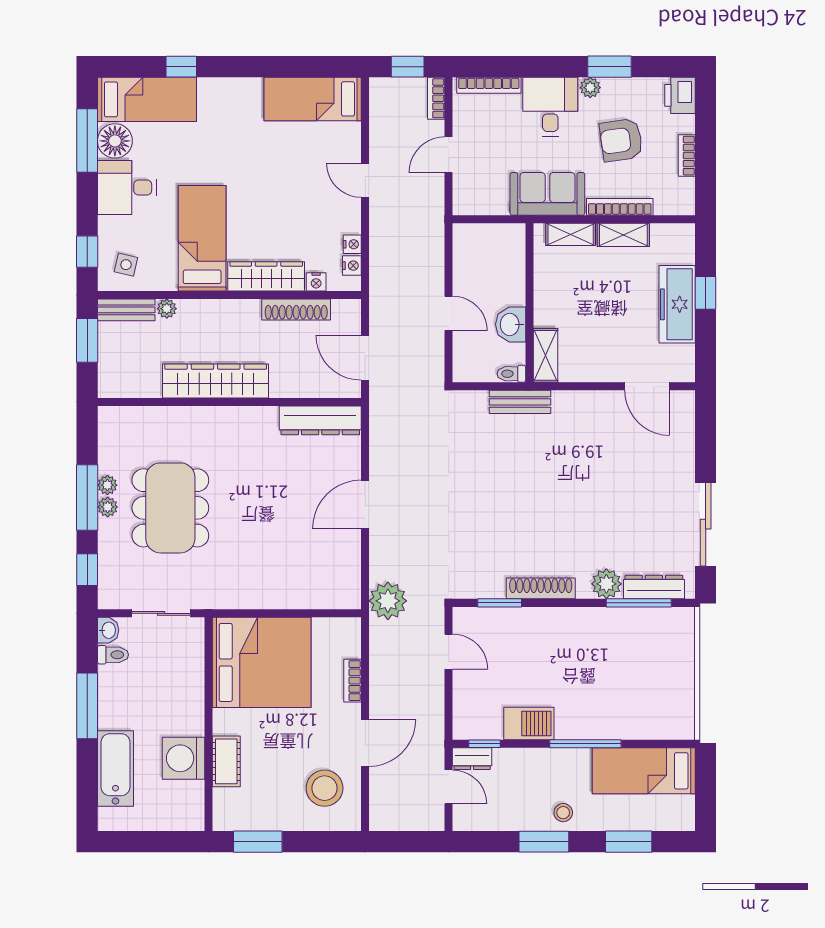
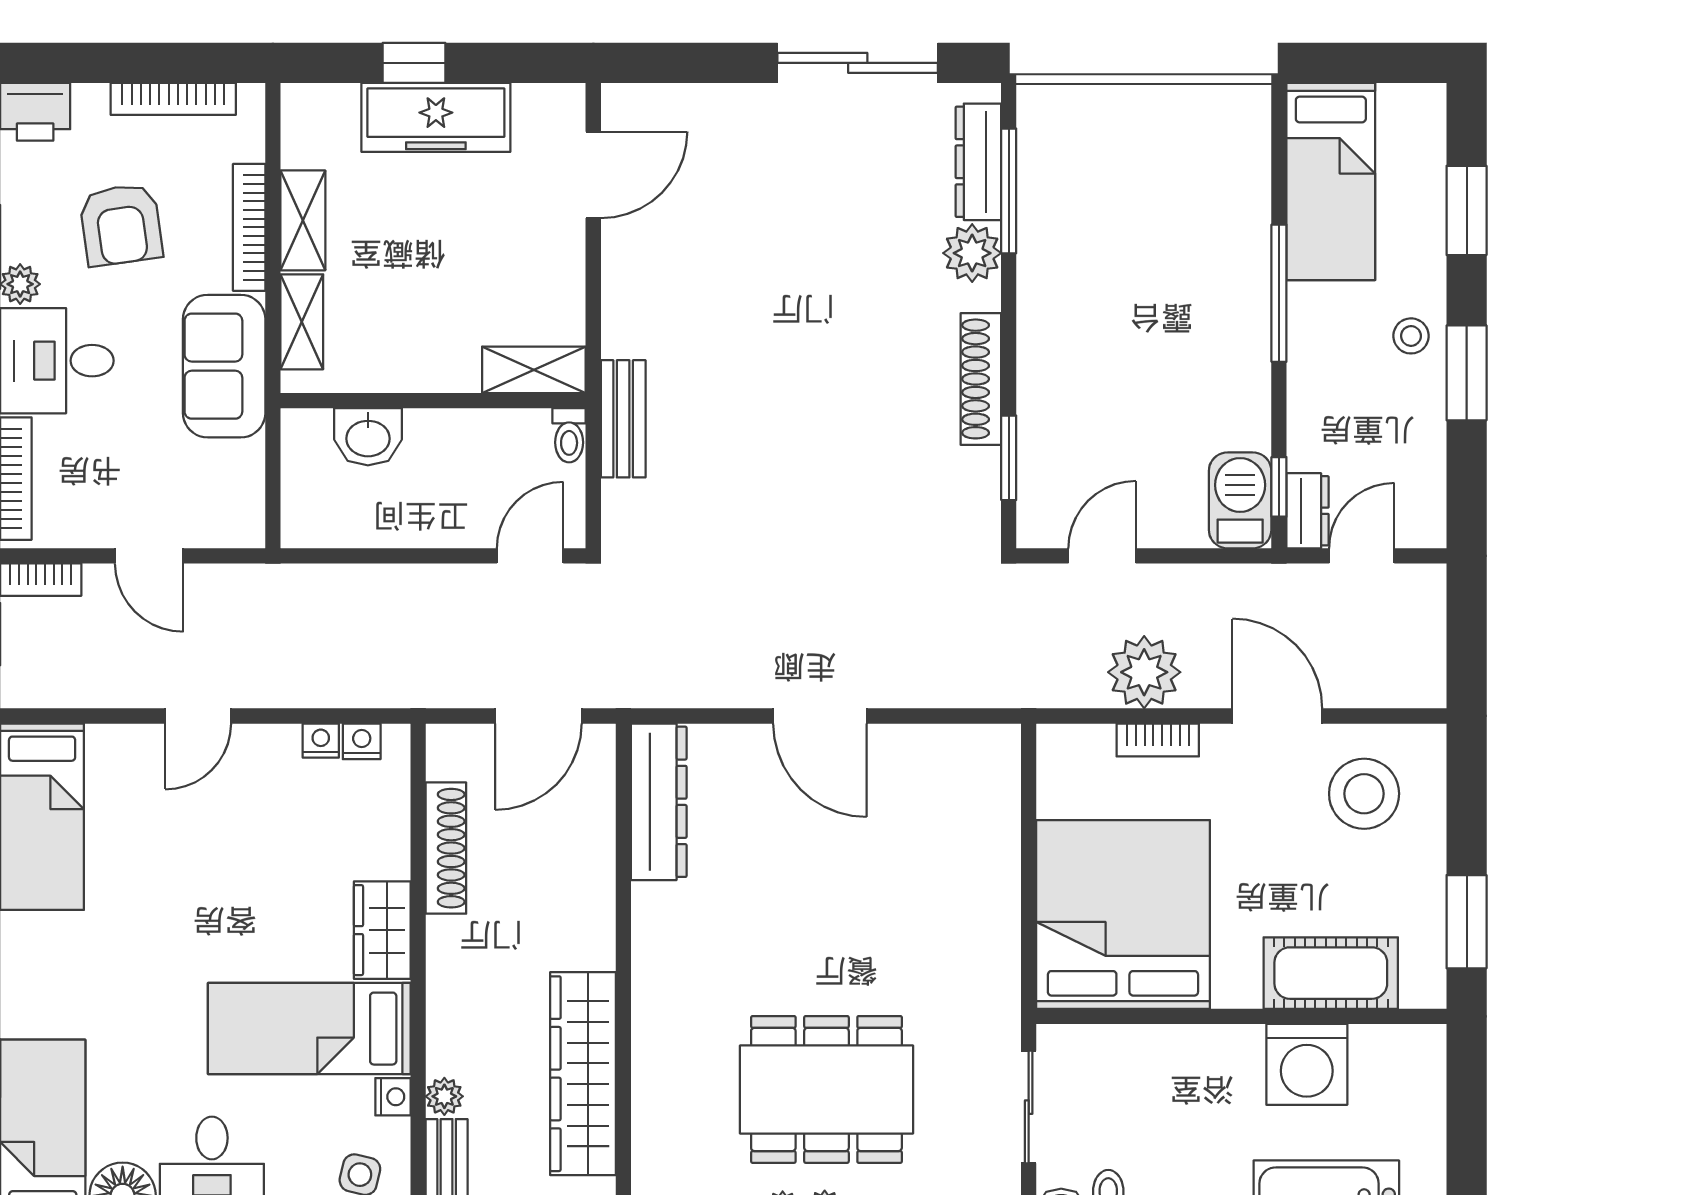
bookcase: (687, 156) -> (173, 99), width x1.56
wardrobe: (266, 276) -> (382, 930), width x0.67
nightstand: (316, 282) -> (393, 1097), moved
door: (449, 313) -> (530, 556), moved
washbasin: (511, 324) -> (368, 437), moved
wardrobe: (216, 381) -> (583, 1074), moved
plant: (388, 601) -> (1144, 672), moved
barbecue: (529, 724) -> (1240, 500), moved
cot: (226, 761) -> (1331, 973), width x1.37, depth x1.34

